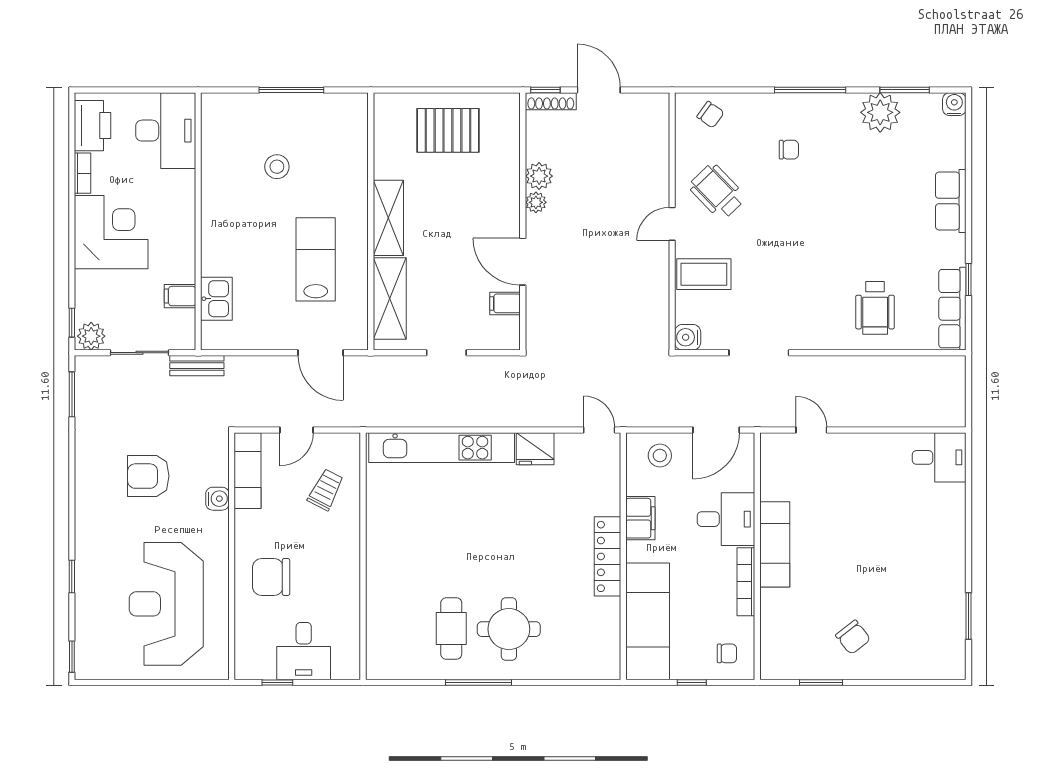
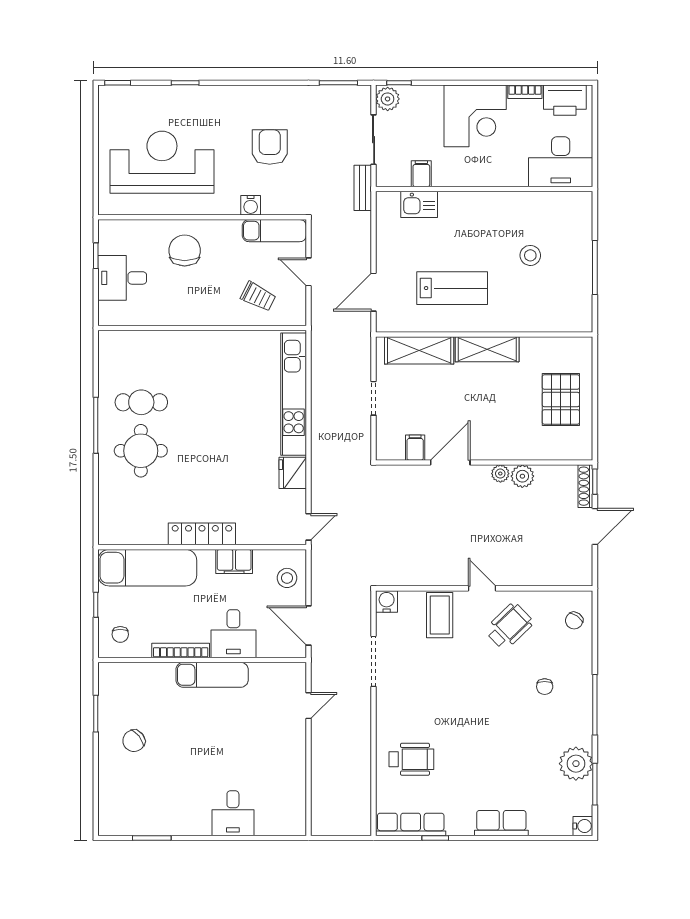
wheelchair: (875, 308) -> (411, 759), turned 180
desk: (939, 457) -> (233, 813), moved

